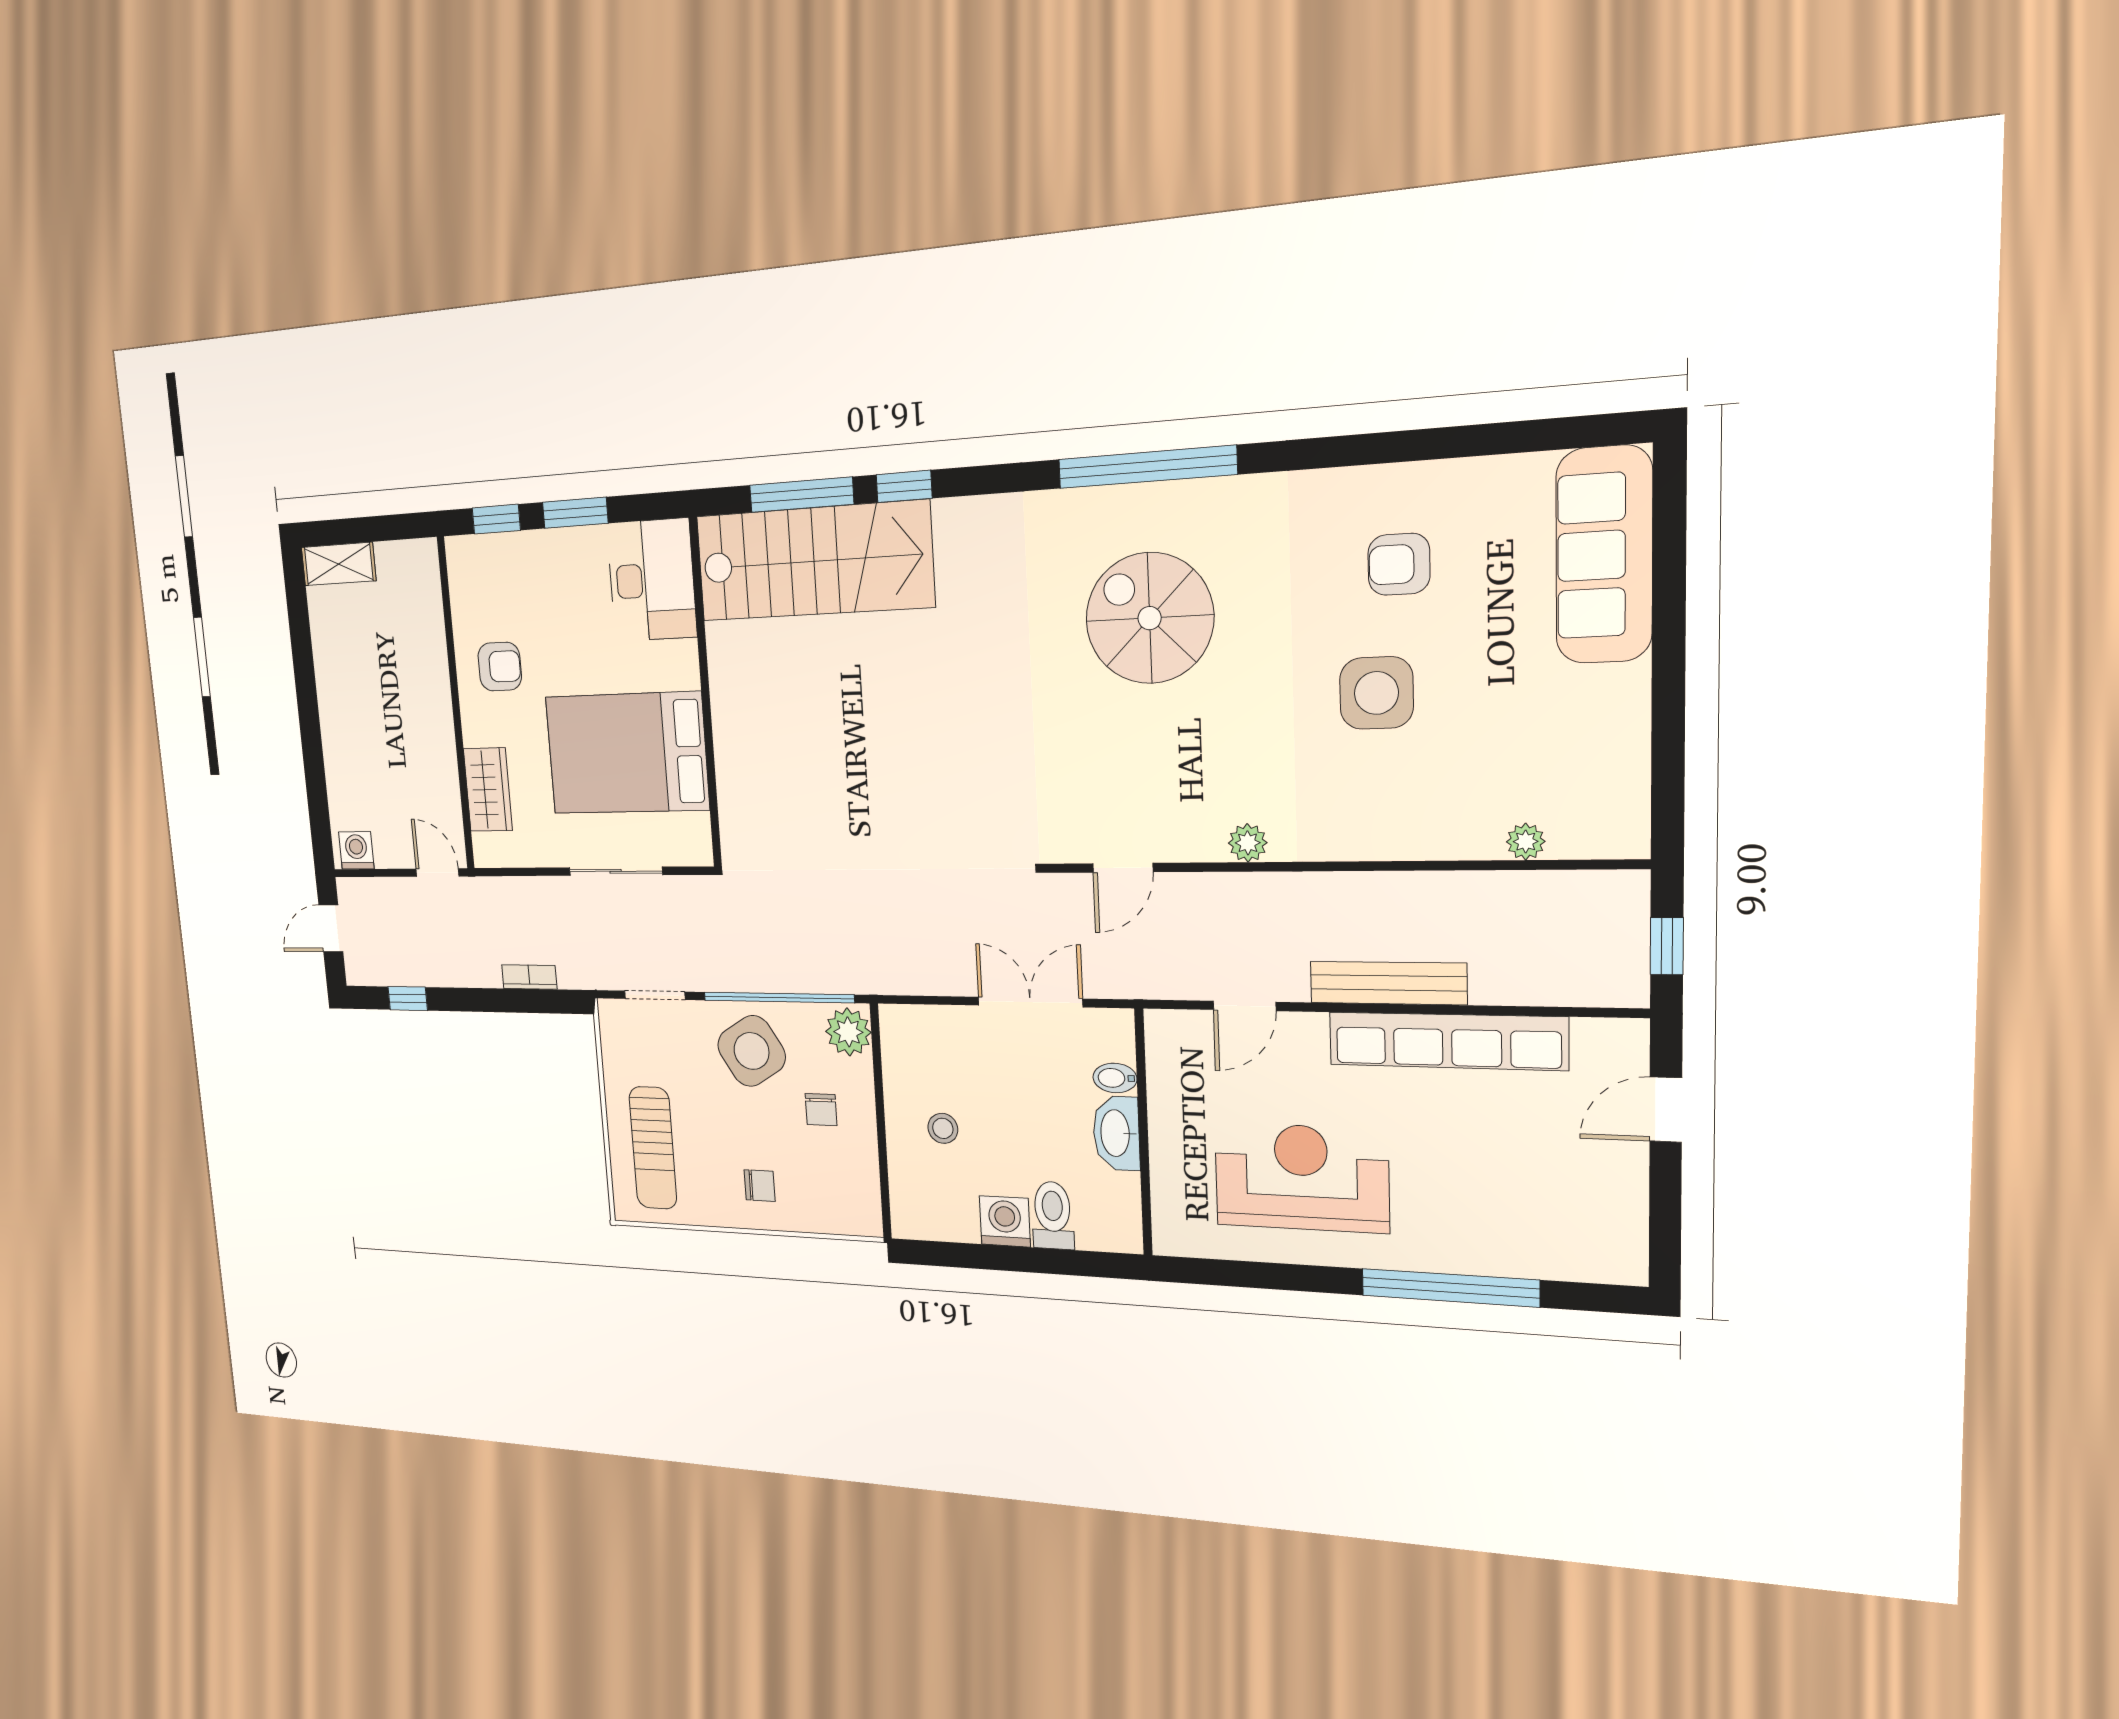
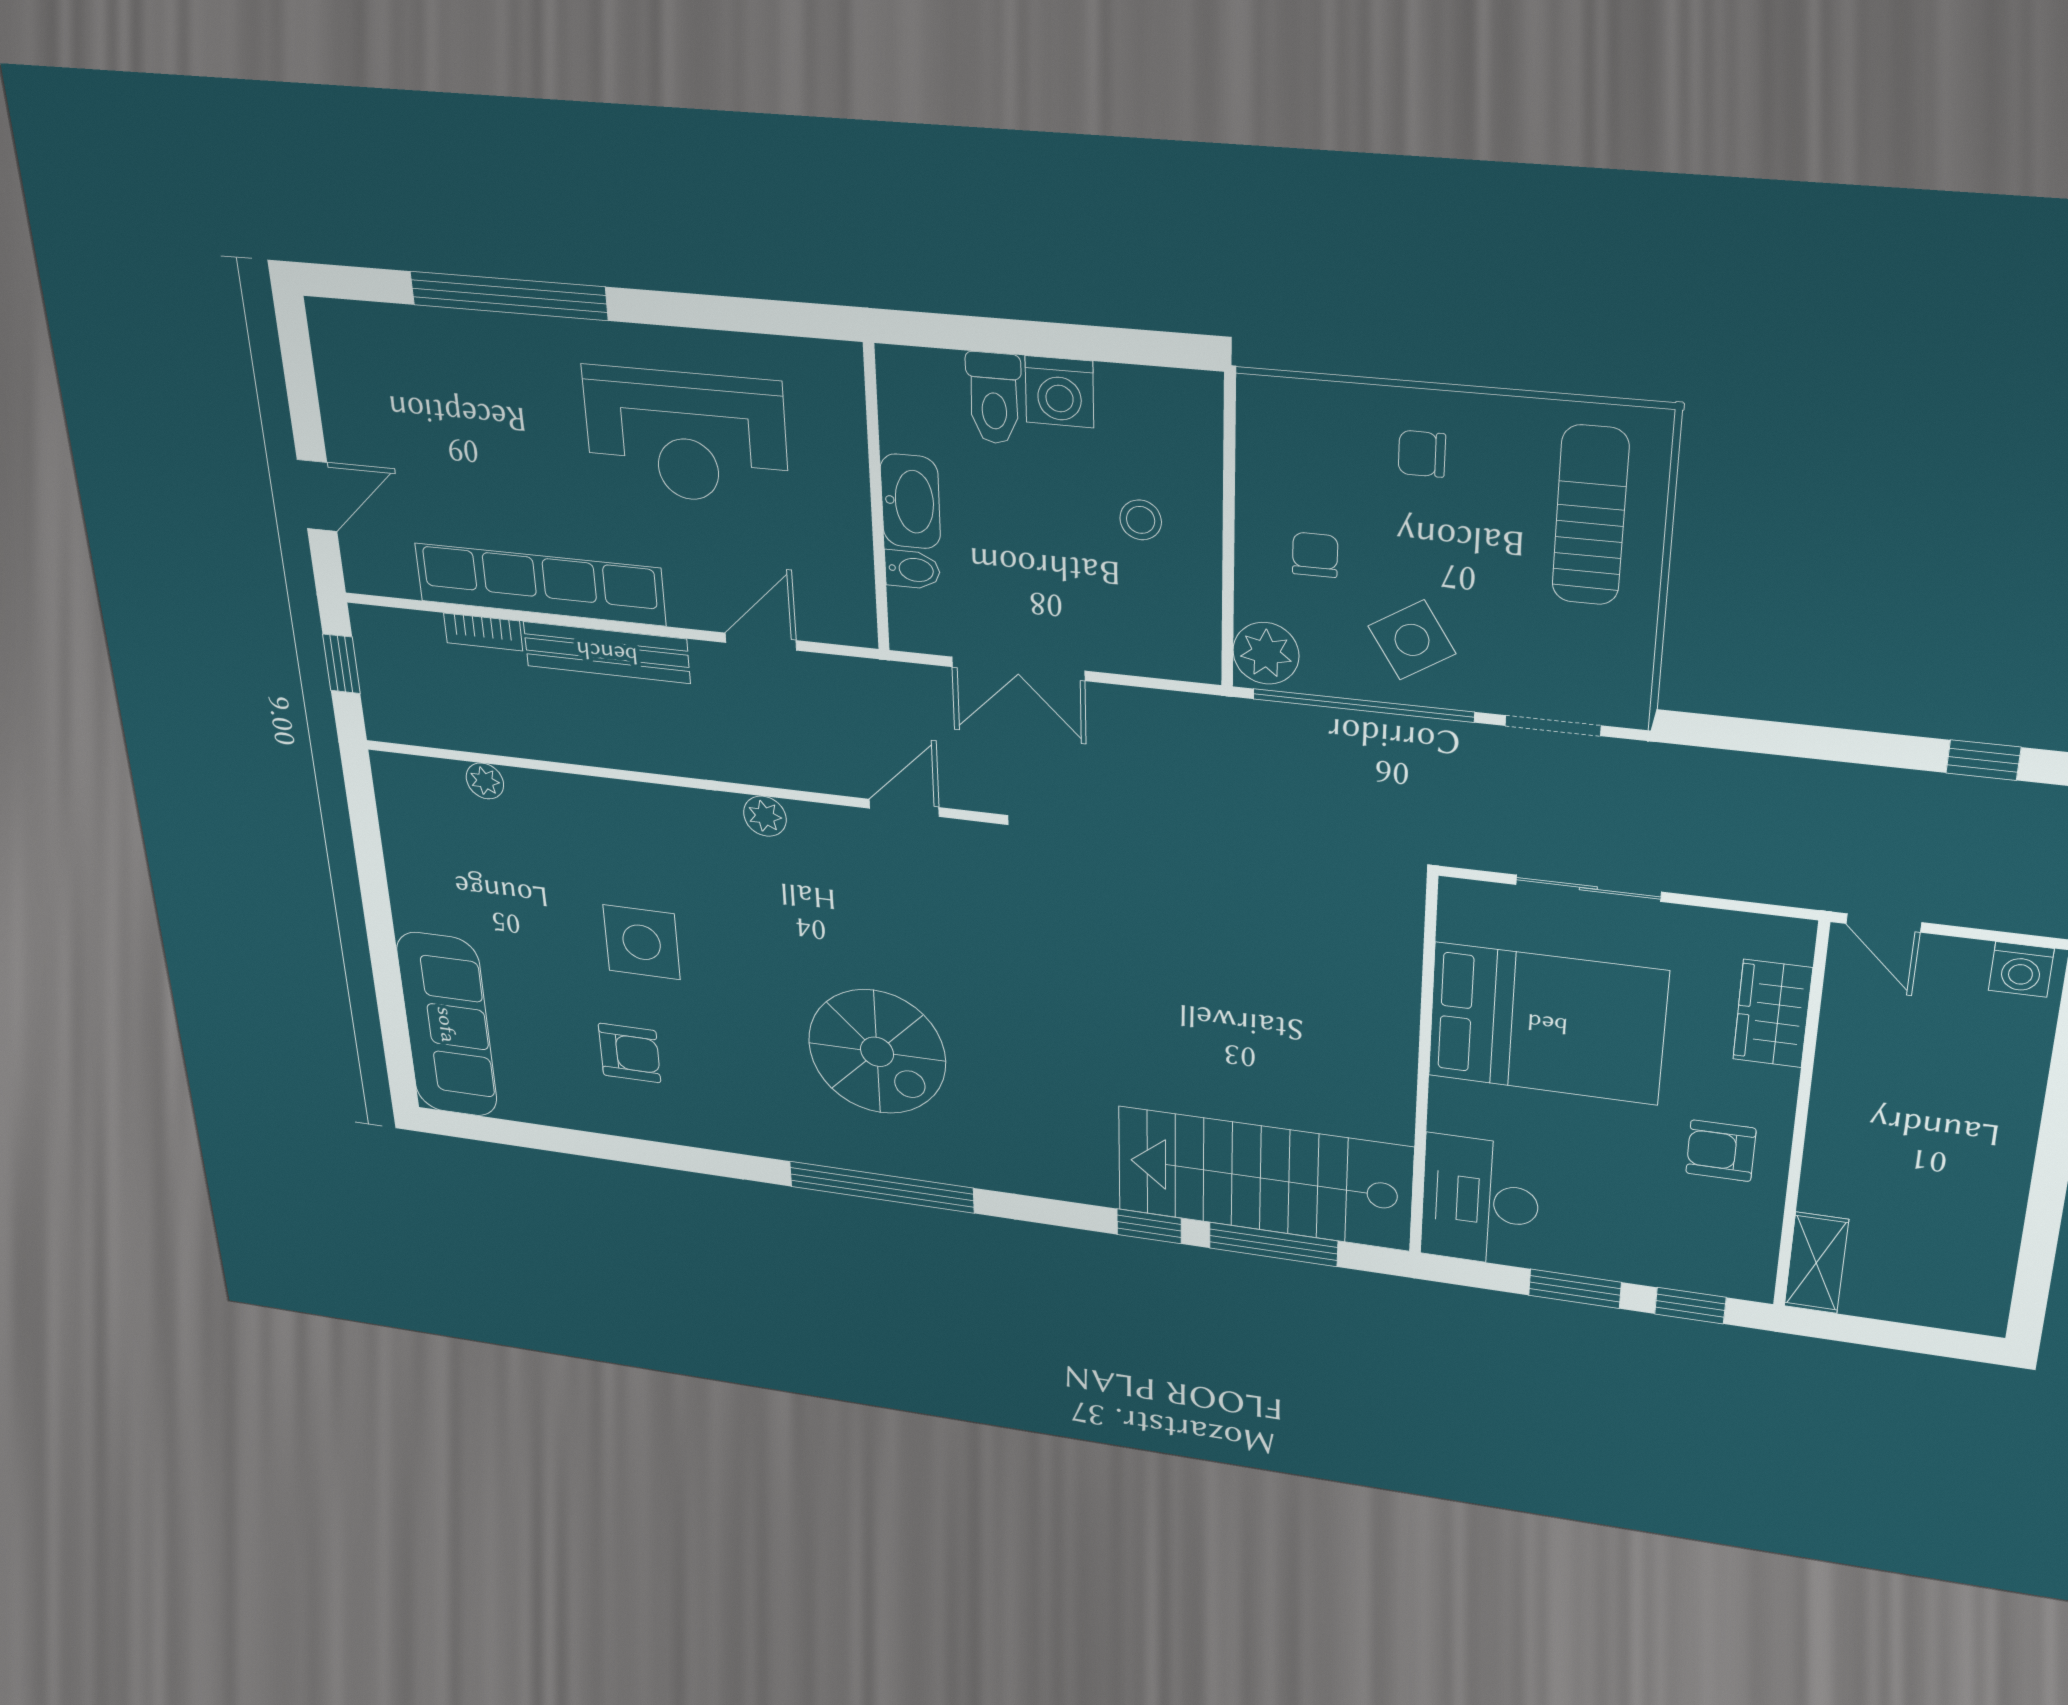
shelving: (339, 564) -> (1816, 1263), moved, turned 90
bookcase: (529, 977) -> (483, 632), moved
side table: (752, 1051) -> (1412, 640), width x0.73, depth x0.73

